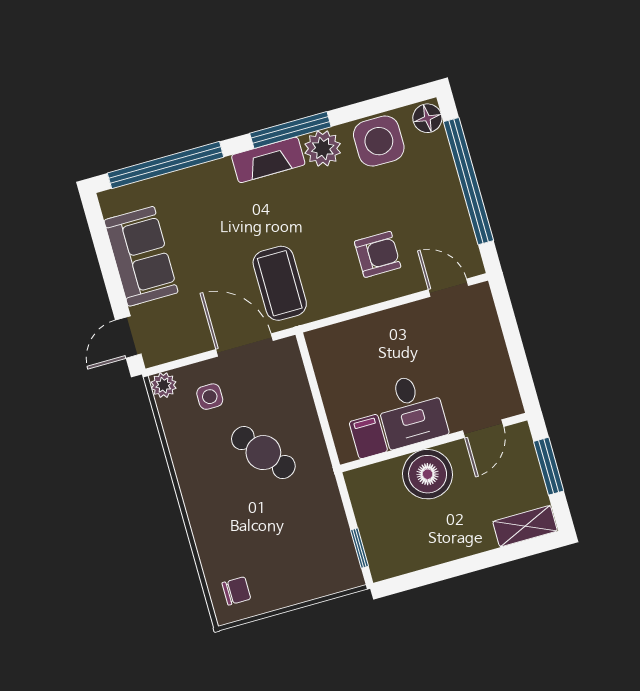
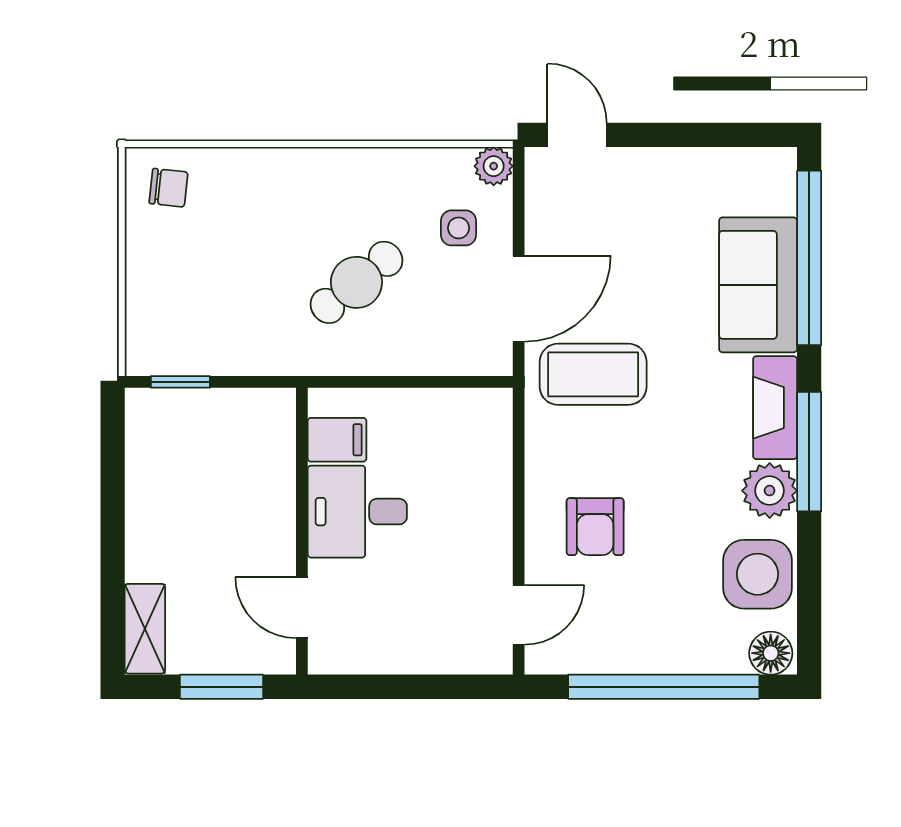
sofa: (141, 256) -> (758, 285), moved, turned 90
boiler: (428, 474) -> (259, 510), removed
chair: (236, 591) -> (168, 188), turned -84

